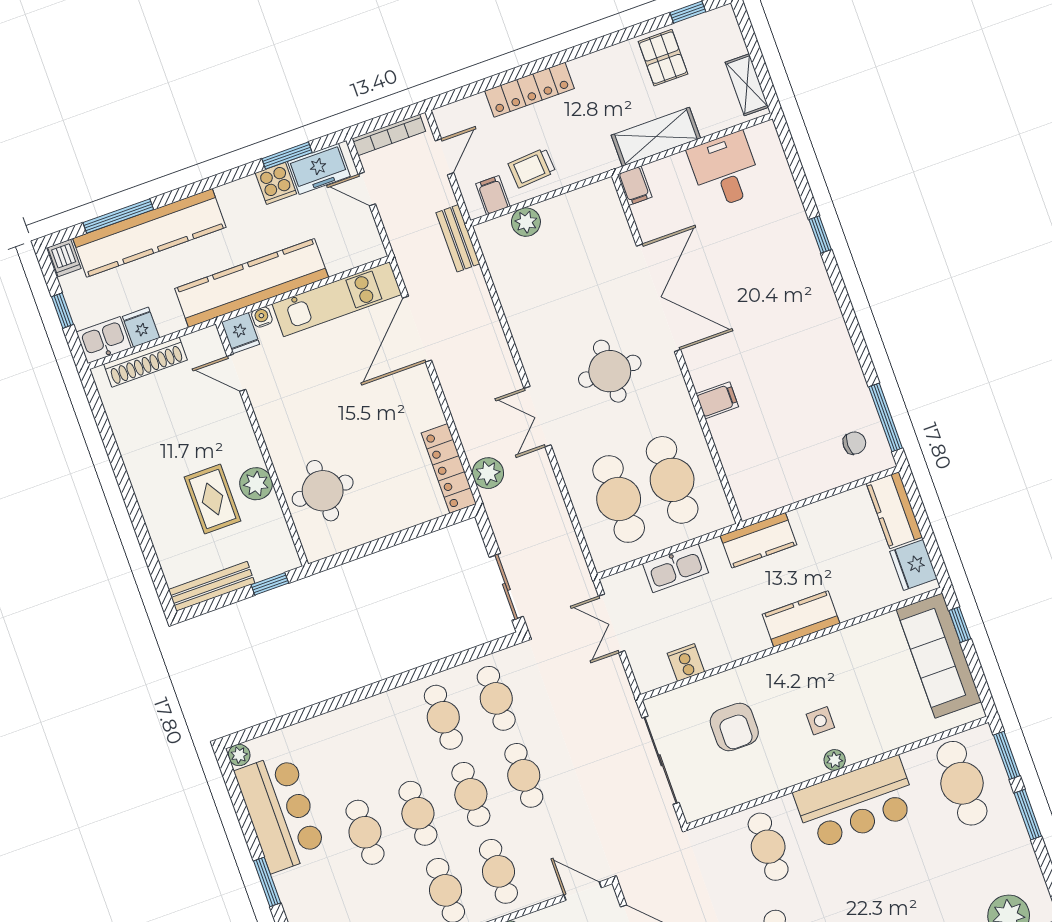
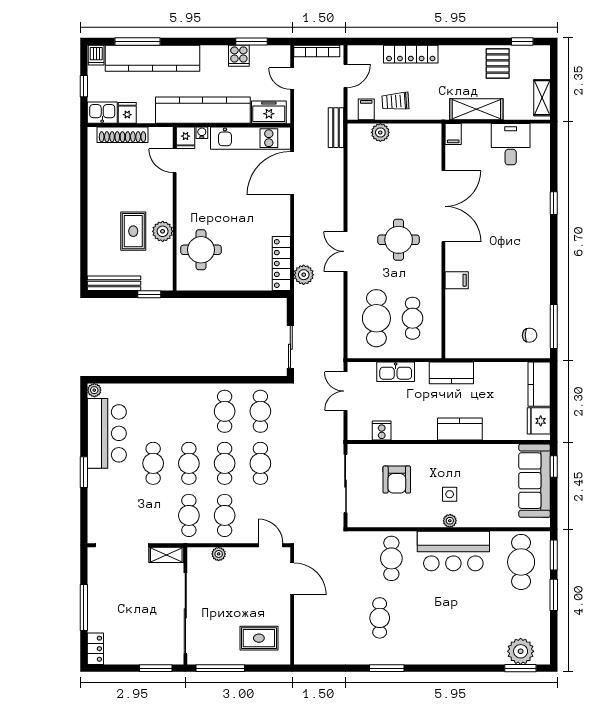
freezer: (319, 169) -> (269, 112), moved, turned 180
cafe table: (672, 480) -> (413, 318), width x0.73, depth x0.74

